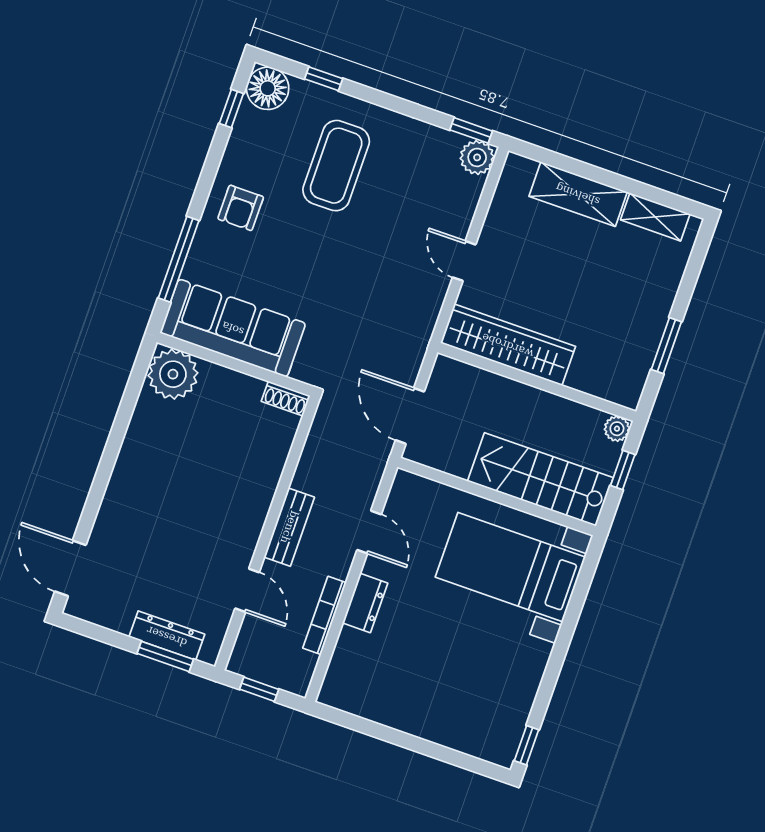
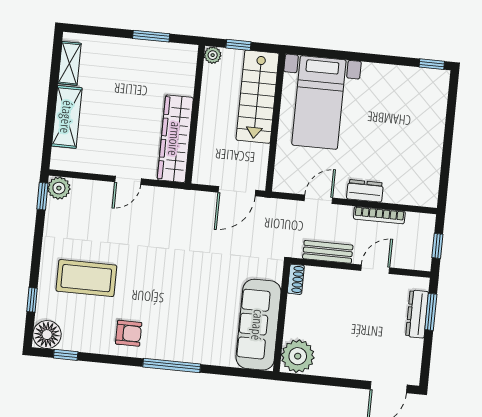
sofa: (233, 328) -> (258, 325), moved
wall: (235, 364) -> (282, 318), moved
plant: (173, 374) -> (298, 356), moved
shoe rack: (286, 399) -> (296, 279), moved

